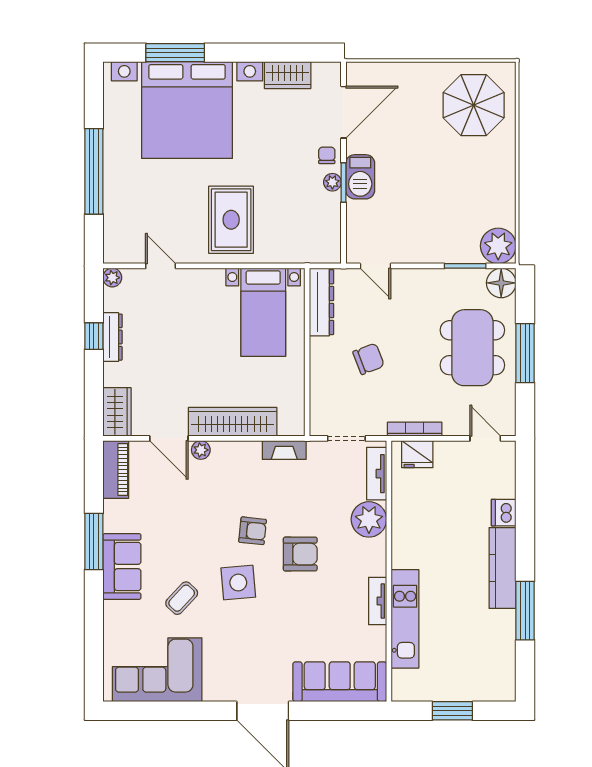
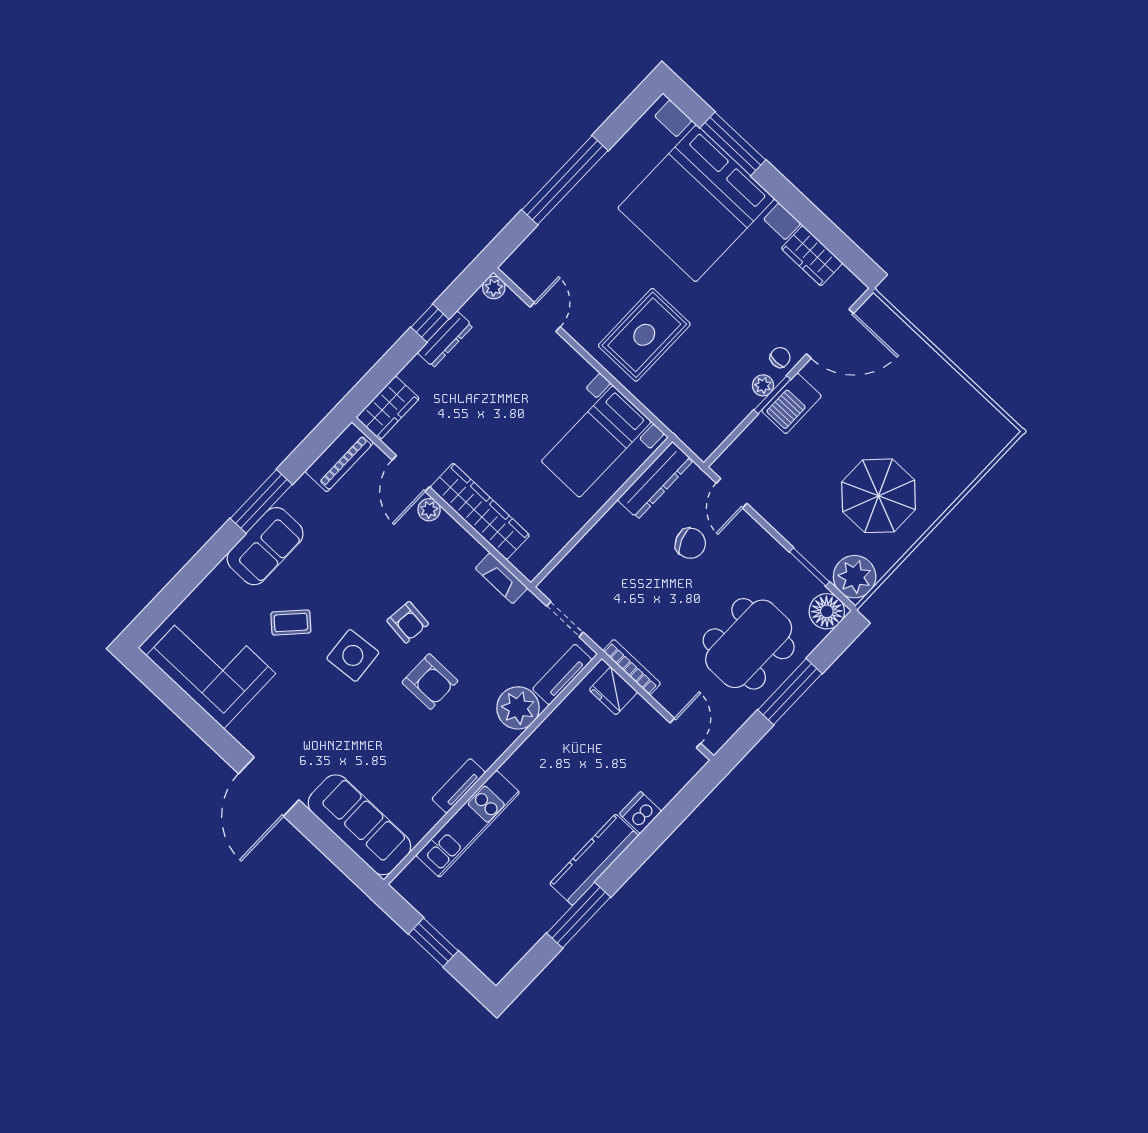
parasol: (474, 105) -> (879, 496), moved
chair: (369, 359) -> (690, 543), moved

